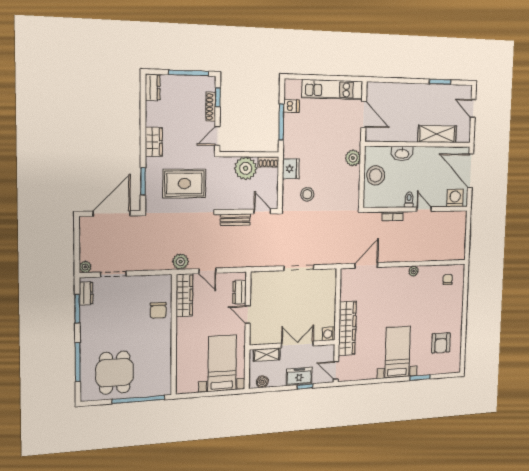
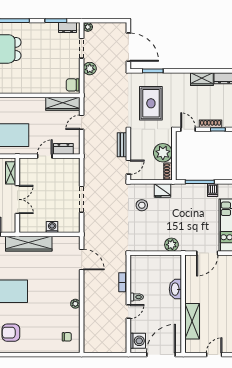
wardrobe: (154, 142) -> (202, 79), moved
stool: (376, 175) -> (157, 266), removed
plant: (180, 262) -> (90, 69), moved
chair: (158, 310) -> (73, 85), moved
washing machine: (329, 334) -> (52, 227), moved

